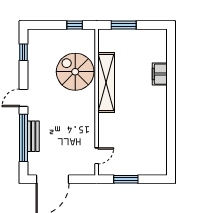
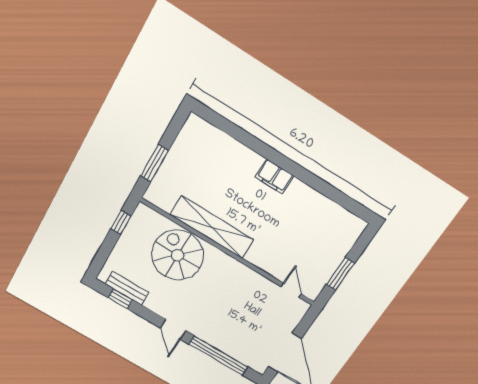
spiral stairs: (75, 72) -> (177, 255), turned 90
filing cabinet: (160, 74) -> (275, 176), moved
bench: (33, 136) -> (127, 288), moved

